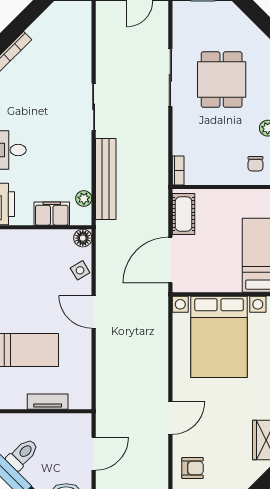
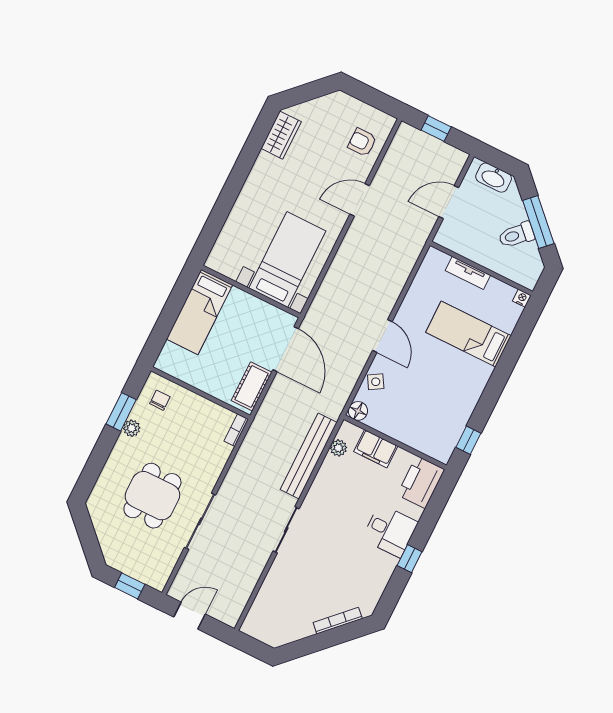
door: (170, 260) -> (286, 349), hinge flipped
bed with nightstands: (219, 337) -> (287, 260), width x0.73

